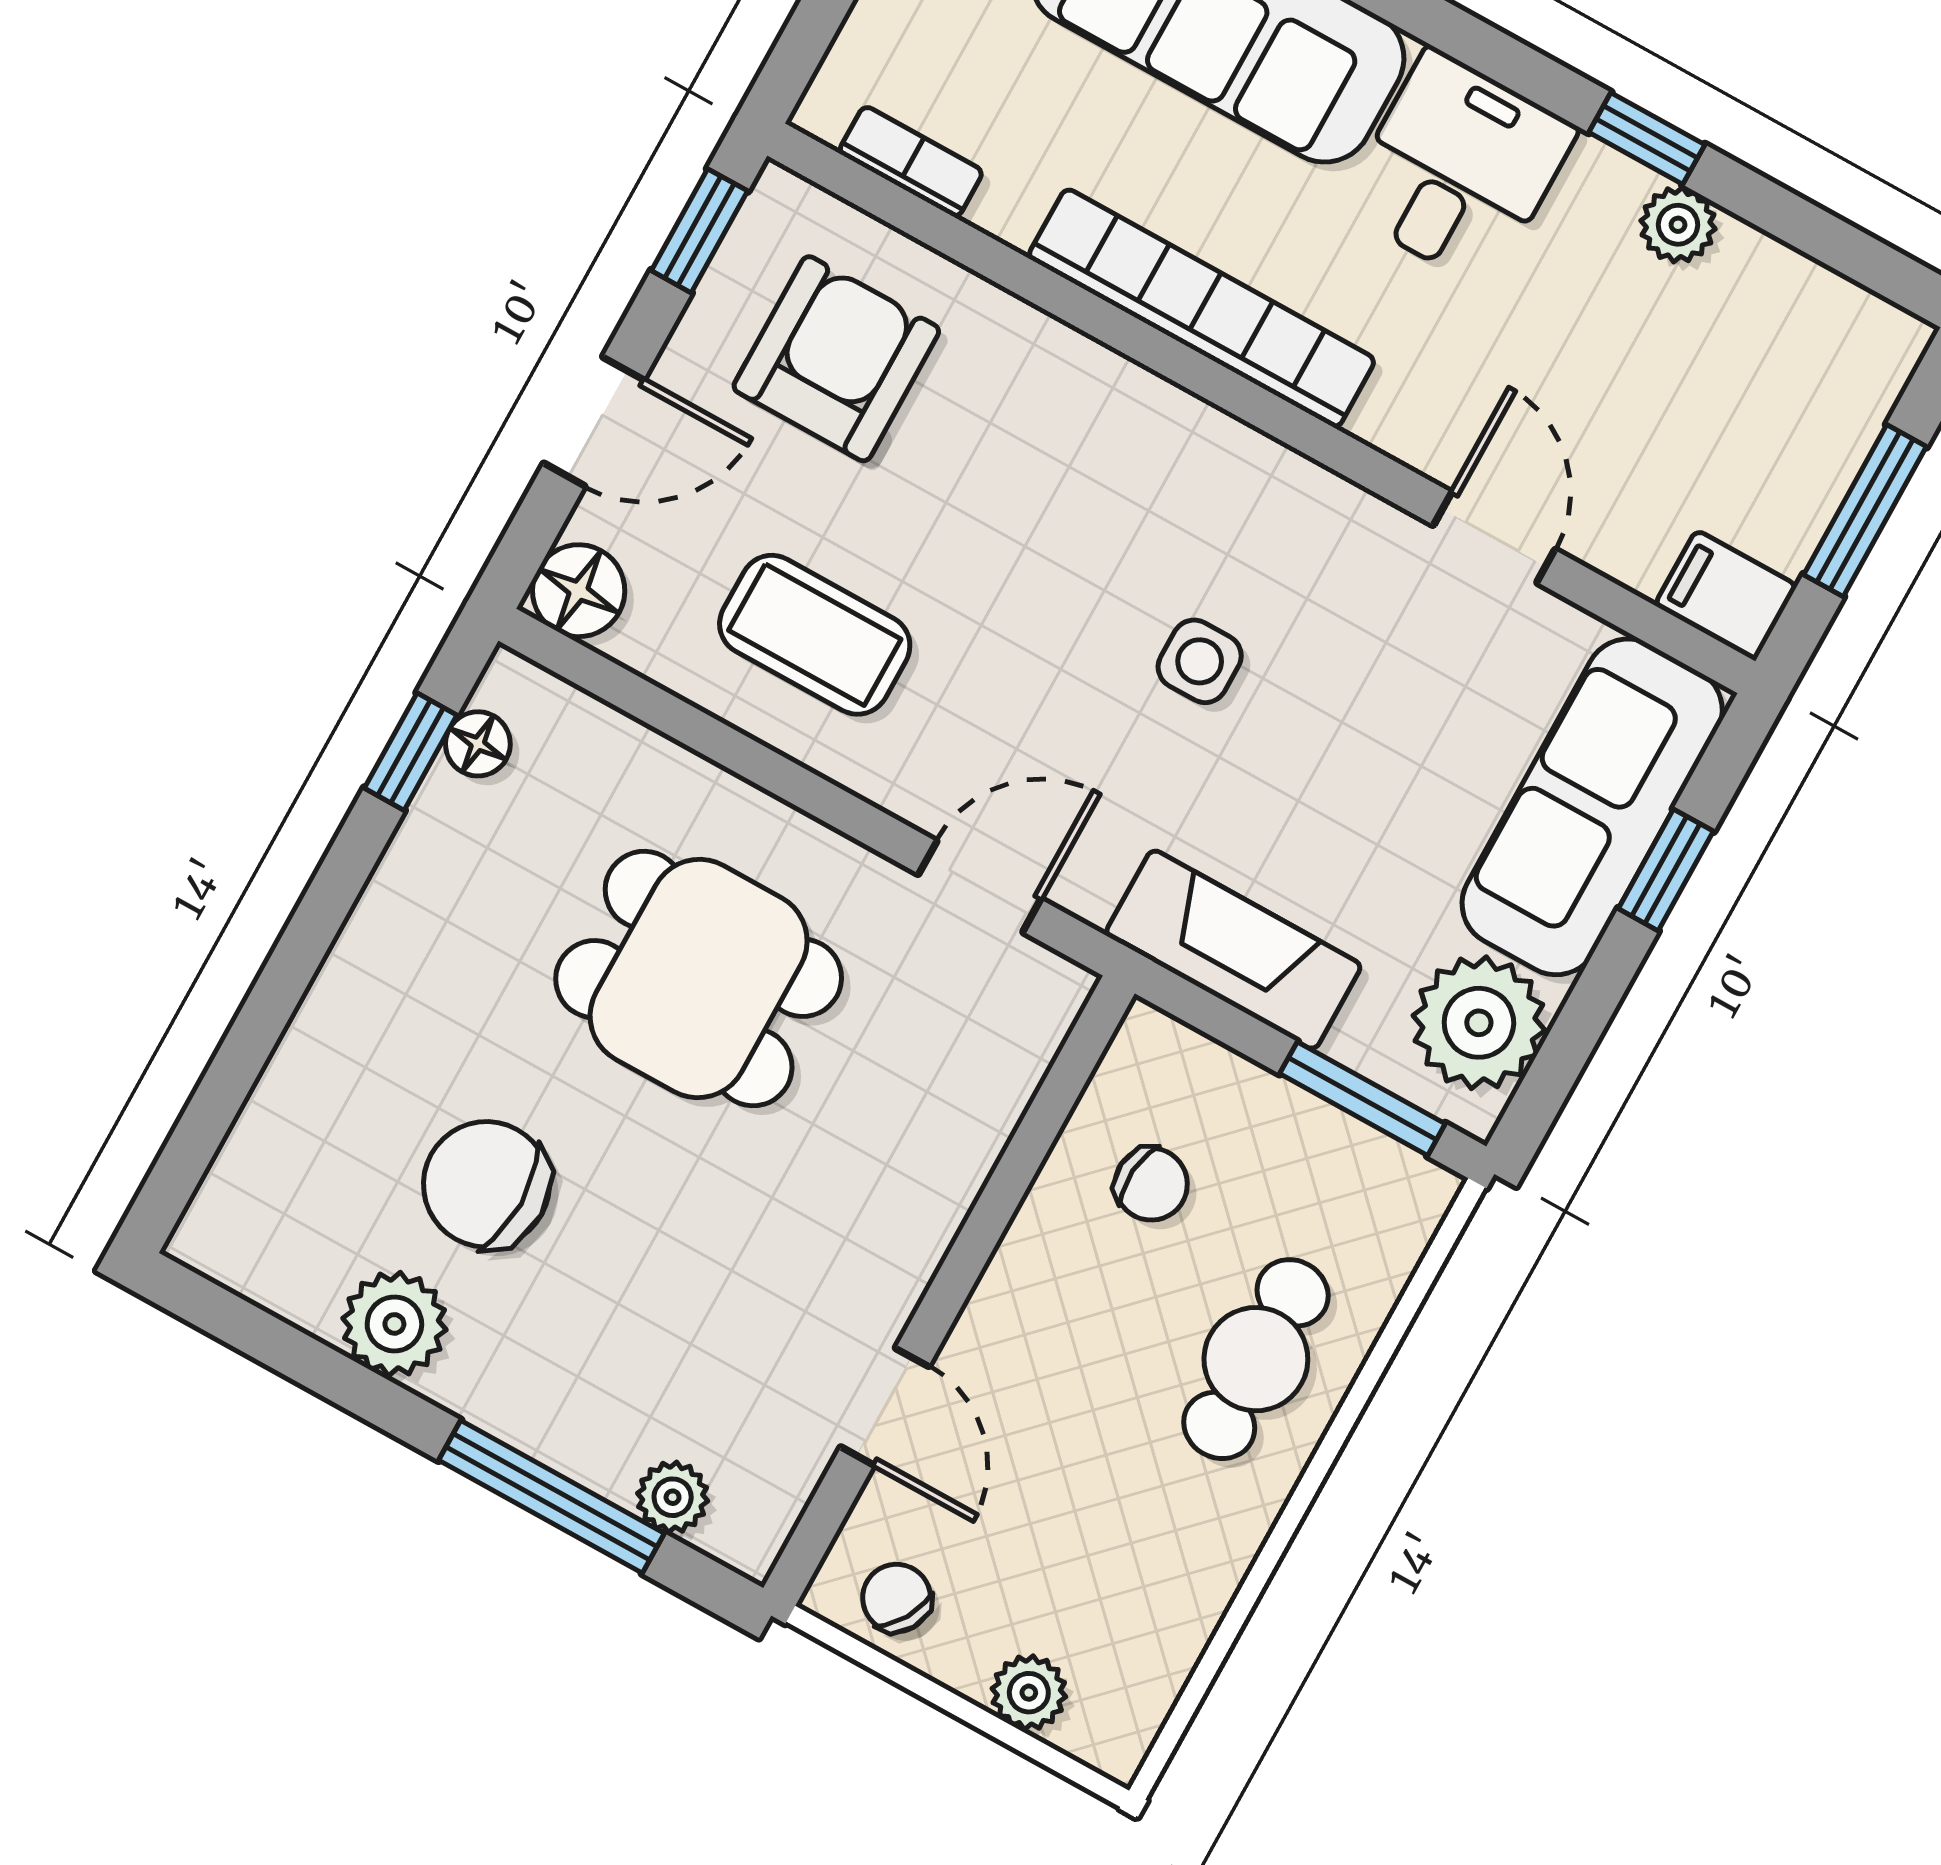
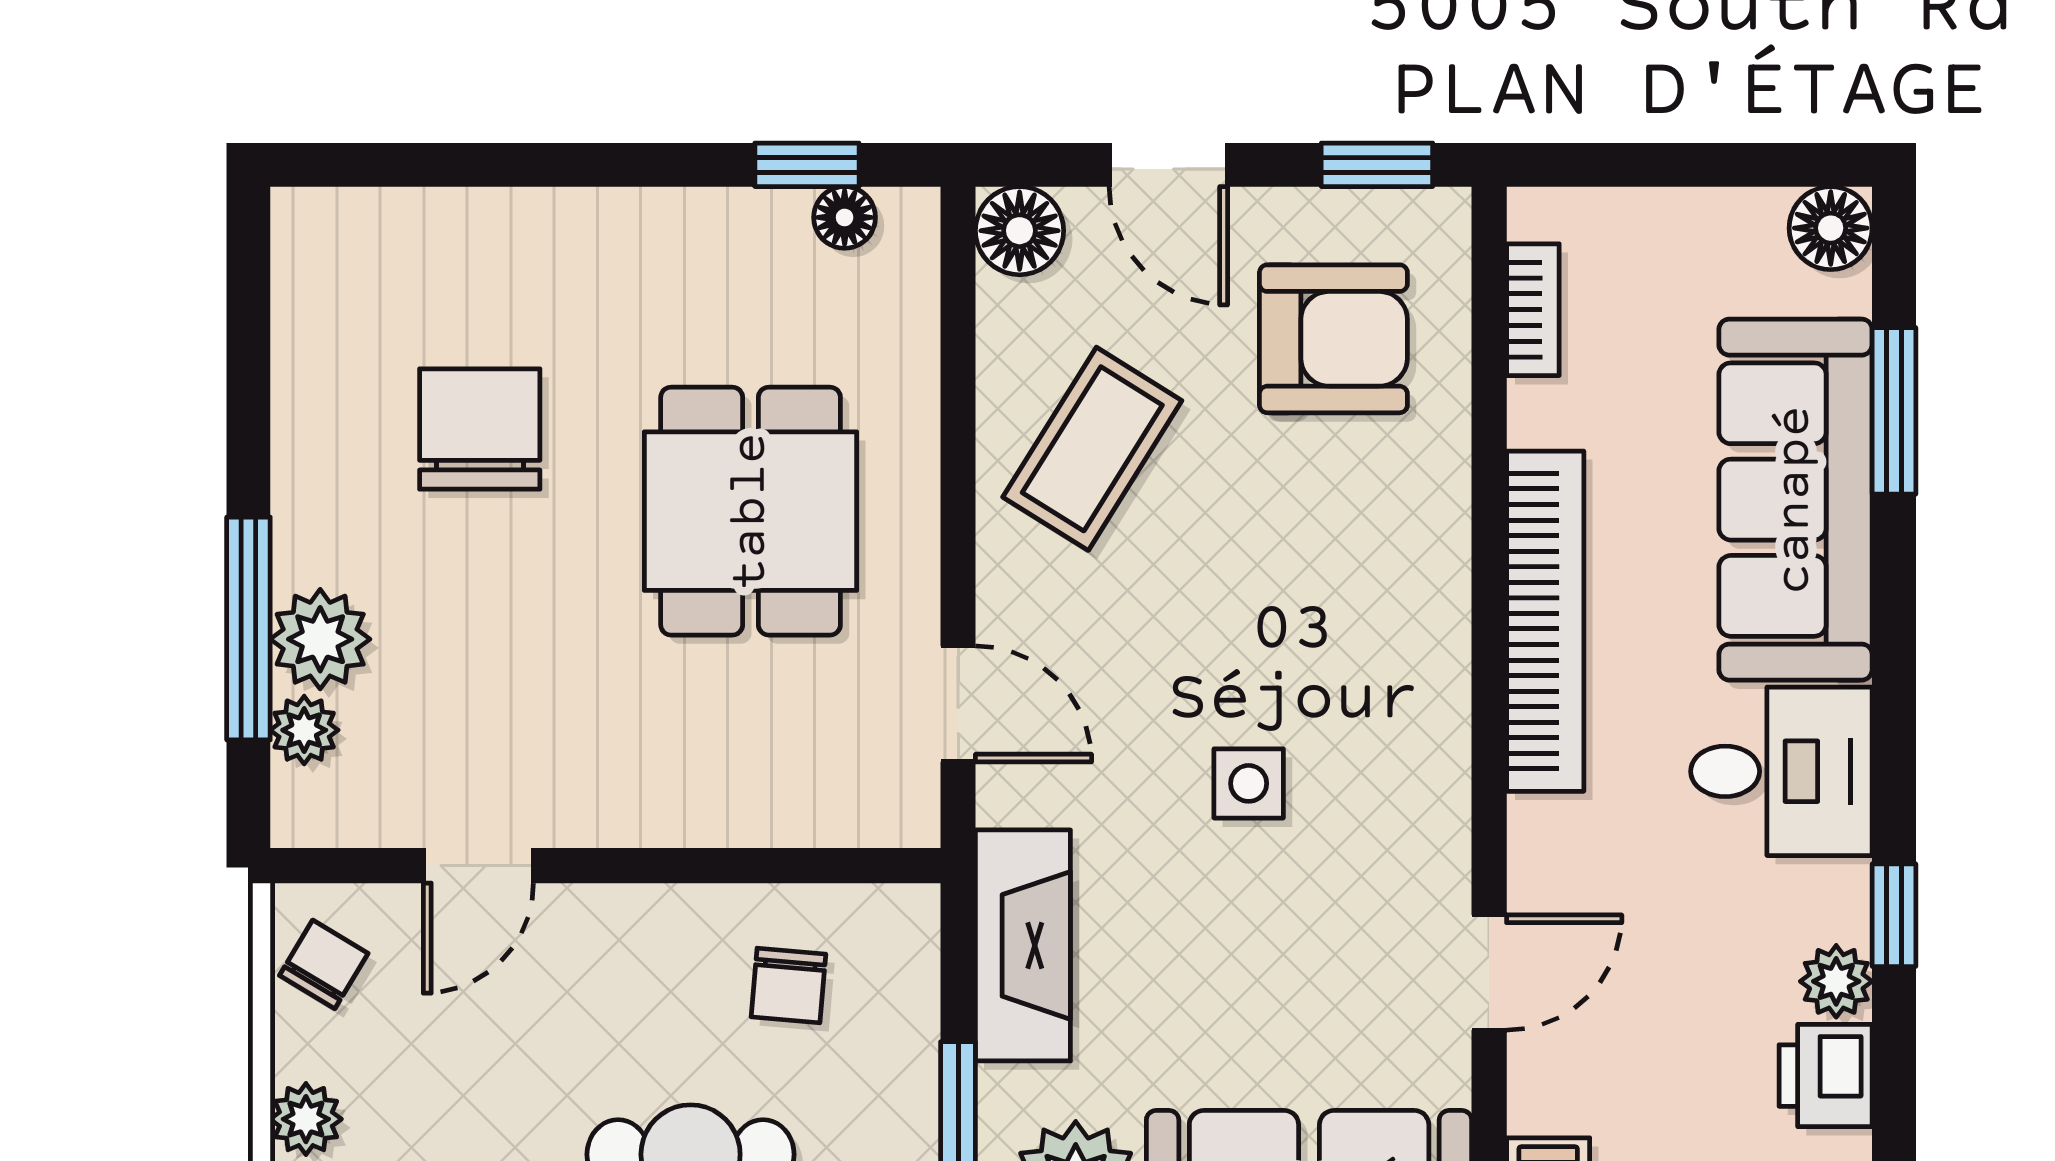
printer: (1759, 282) -> (1826, 1076), added
coffee table: (815, 635) -> (1092, 449), turned 32
plant: (394, 1324) -> (320, 639), moved

